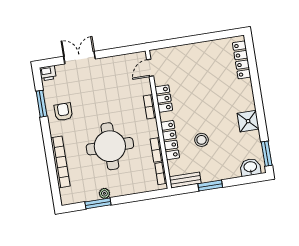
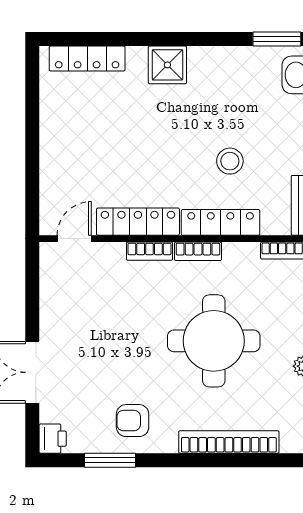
door: (150, 68) -> (74, 239), swing flipped
locker: (164, 99) -> (138, 222), width x1.53
shower: (248, 121) -> (167, 65), moved
bookcase: (157, 150) -> (198, 251), moved

